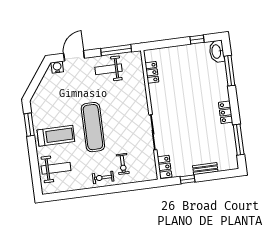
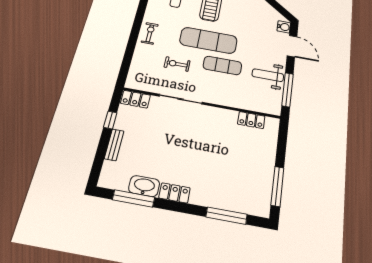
window: (197, 40) -> (277, 186), width x2.17
washbasin: (217, 52) -> (144, 186), moved
weight bench: (108, 69) -> (268, 75), turned -90
exercise mat: (112, 109) -> (222, 65), added
exercise bike: (123, 164) -> (177, 64), moved

